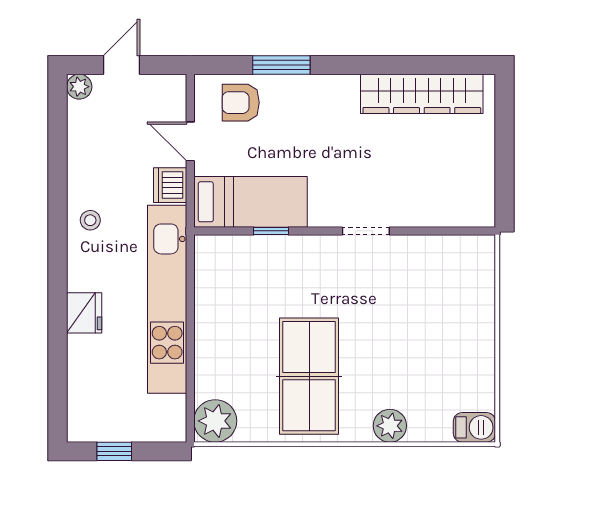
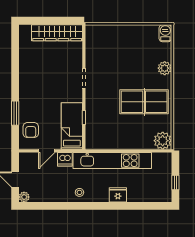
wardrobe: (422, 94) -> (57, 33), moved, turned 90

